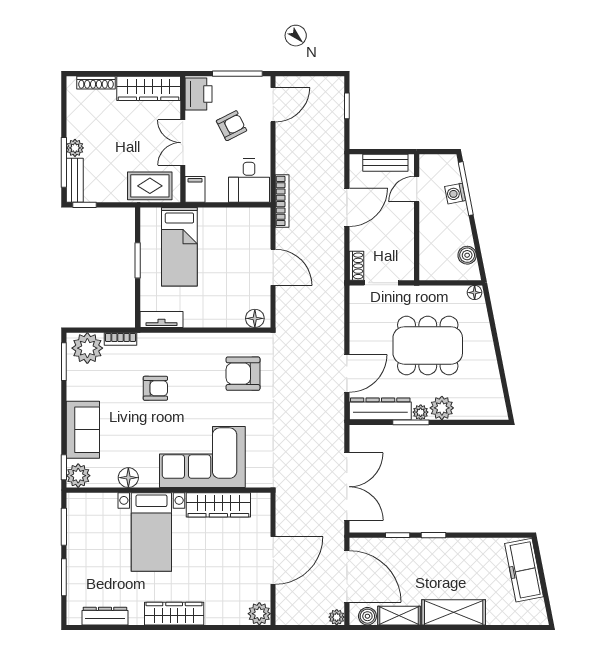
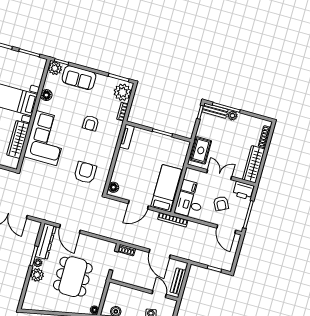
filing cabinet: (195, 189) -> (189, 186), moved
bed: (179, 247) -> (166, 188), moved, turned 90

